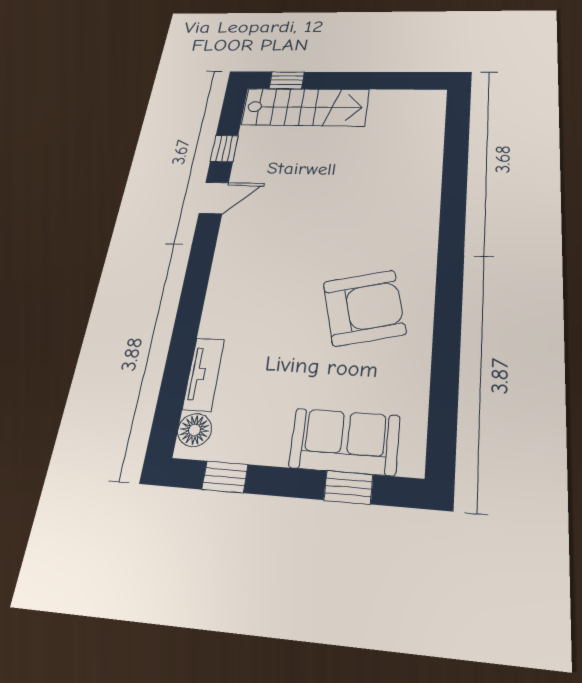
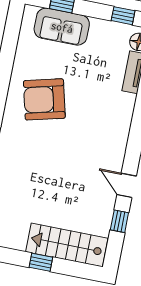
window: (287, 80) -> (41, 262), moved
door: (214, 198) -> (127, 185), hinge flipped

